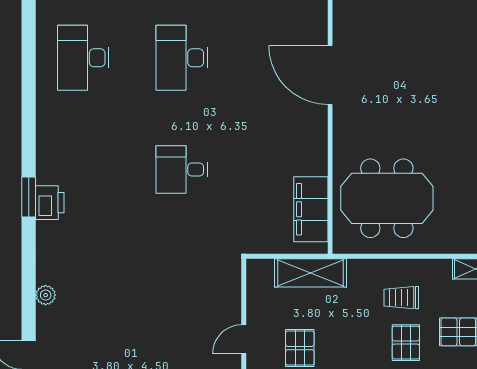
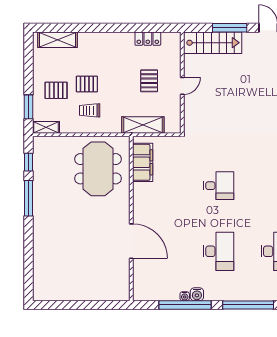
meeting table: (387, 198) -> (98, 169), turned 90
trolley: (401, 298) -> (90, 110), turned 180
pallet: (406, 343) -> (87, 84), turned 90

